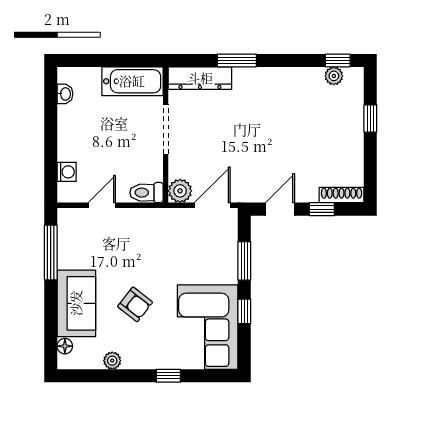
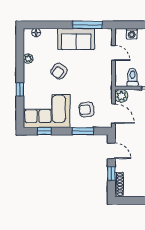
toilet: (146, 193) -> (133, 77), moved
armchair: (205, 254) -> (87, 110), added
sofa: (76, 303) -> (76, 39), moved
window: (244, 311) -> (44, 131), moved

